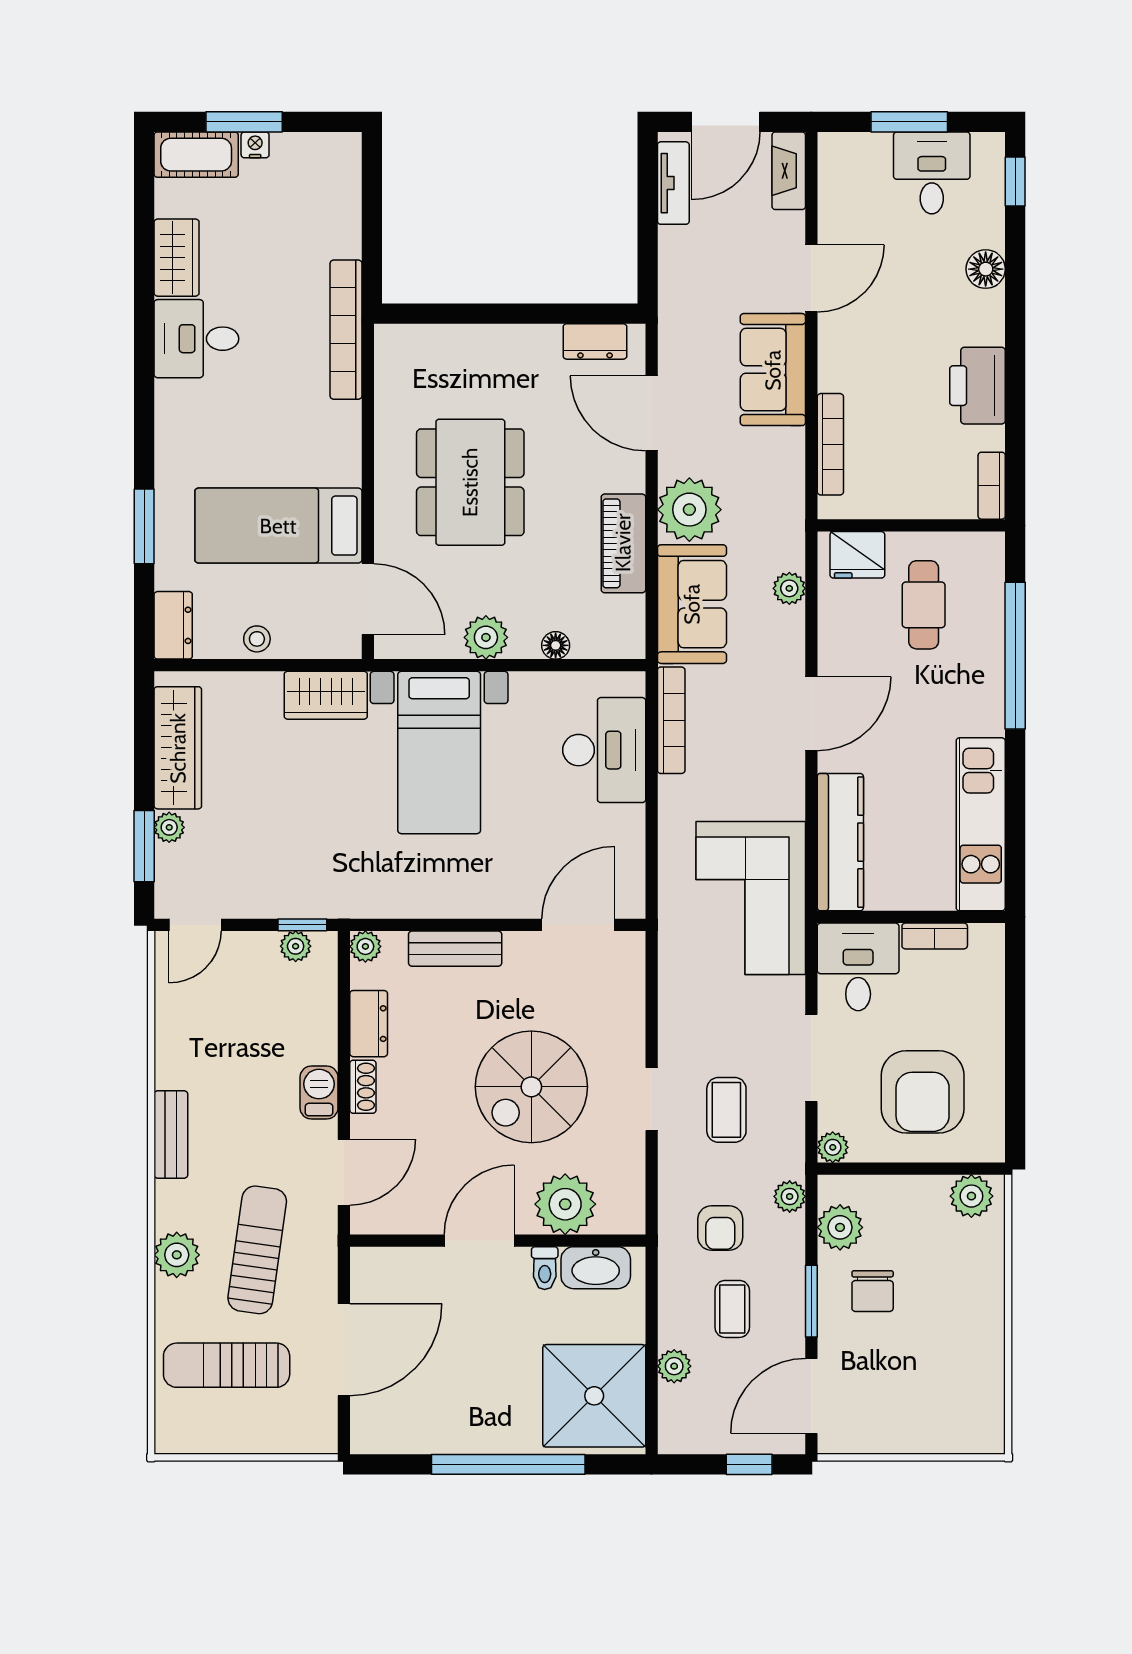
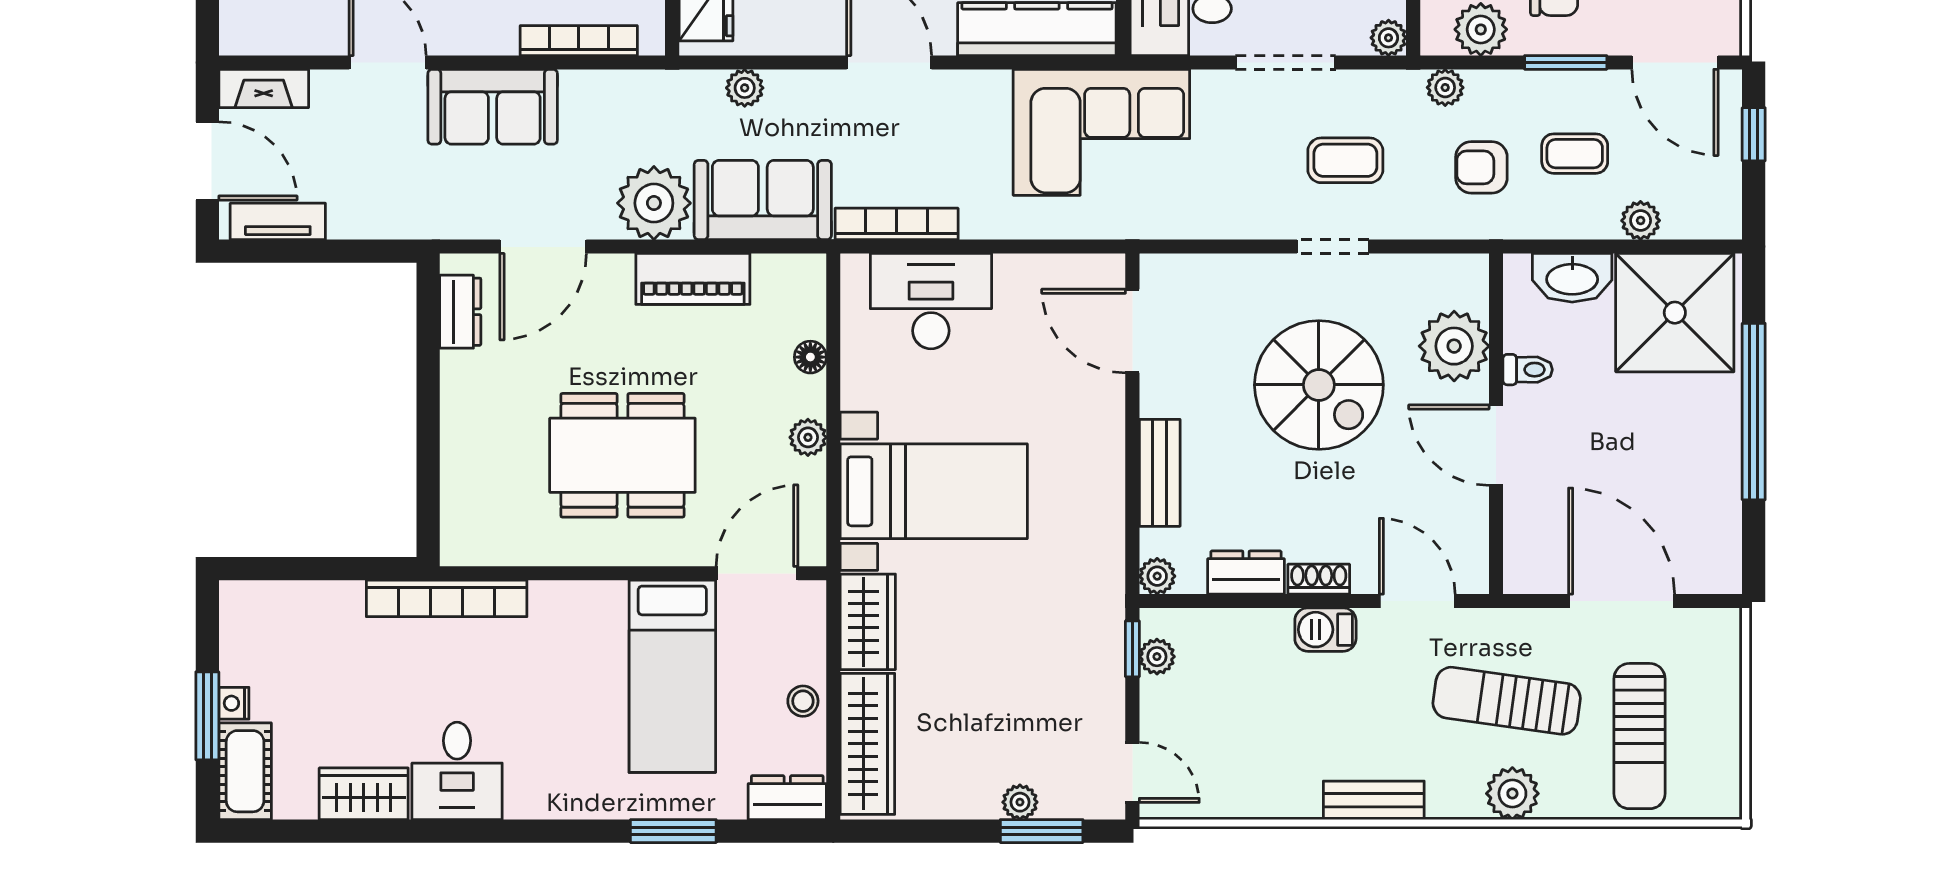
plant: (486, 637) -> (808, 437), width x0.73, depth x0.73
wardrobe: (178, 748) -> (867, 744), moved, turned 90
armchair: (720, 1228) -> (1481, 167), turned 180
washbasin: (596, 1268) -> (1572, 278), moved, turned 90

